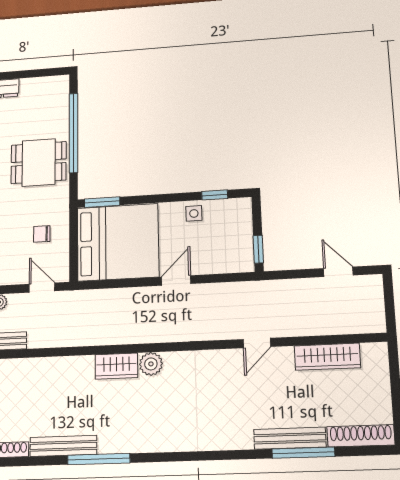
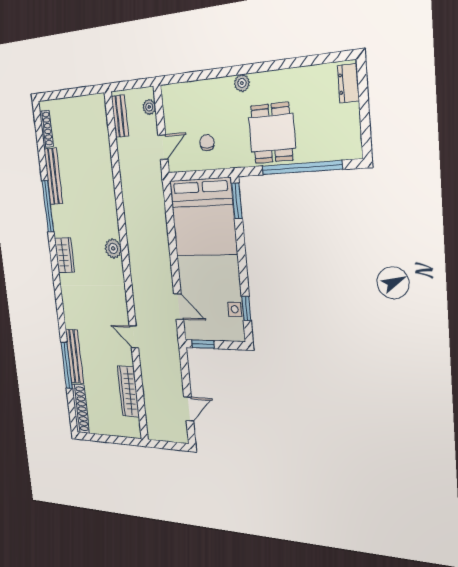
side table: (194, 213) -> (235, 309), moved
door: (176, 280) -> (179, 307), moved
wardrobe: (116, 366) -> (64, 255), moved, turned 180

